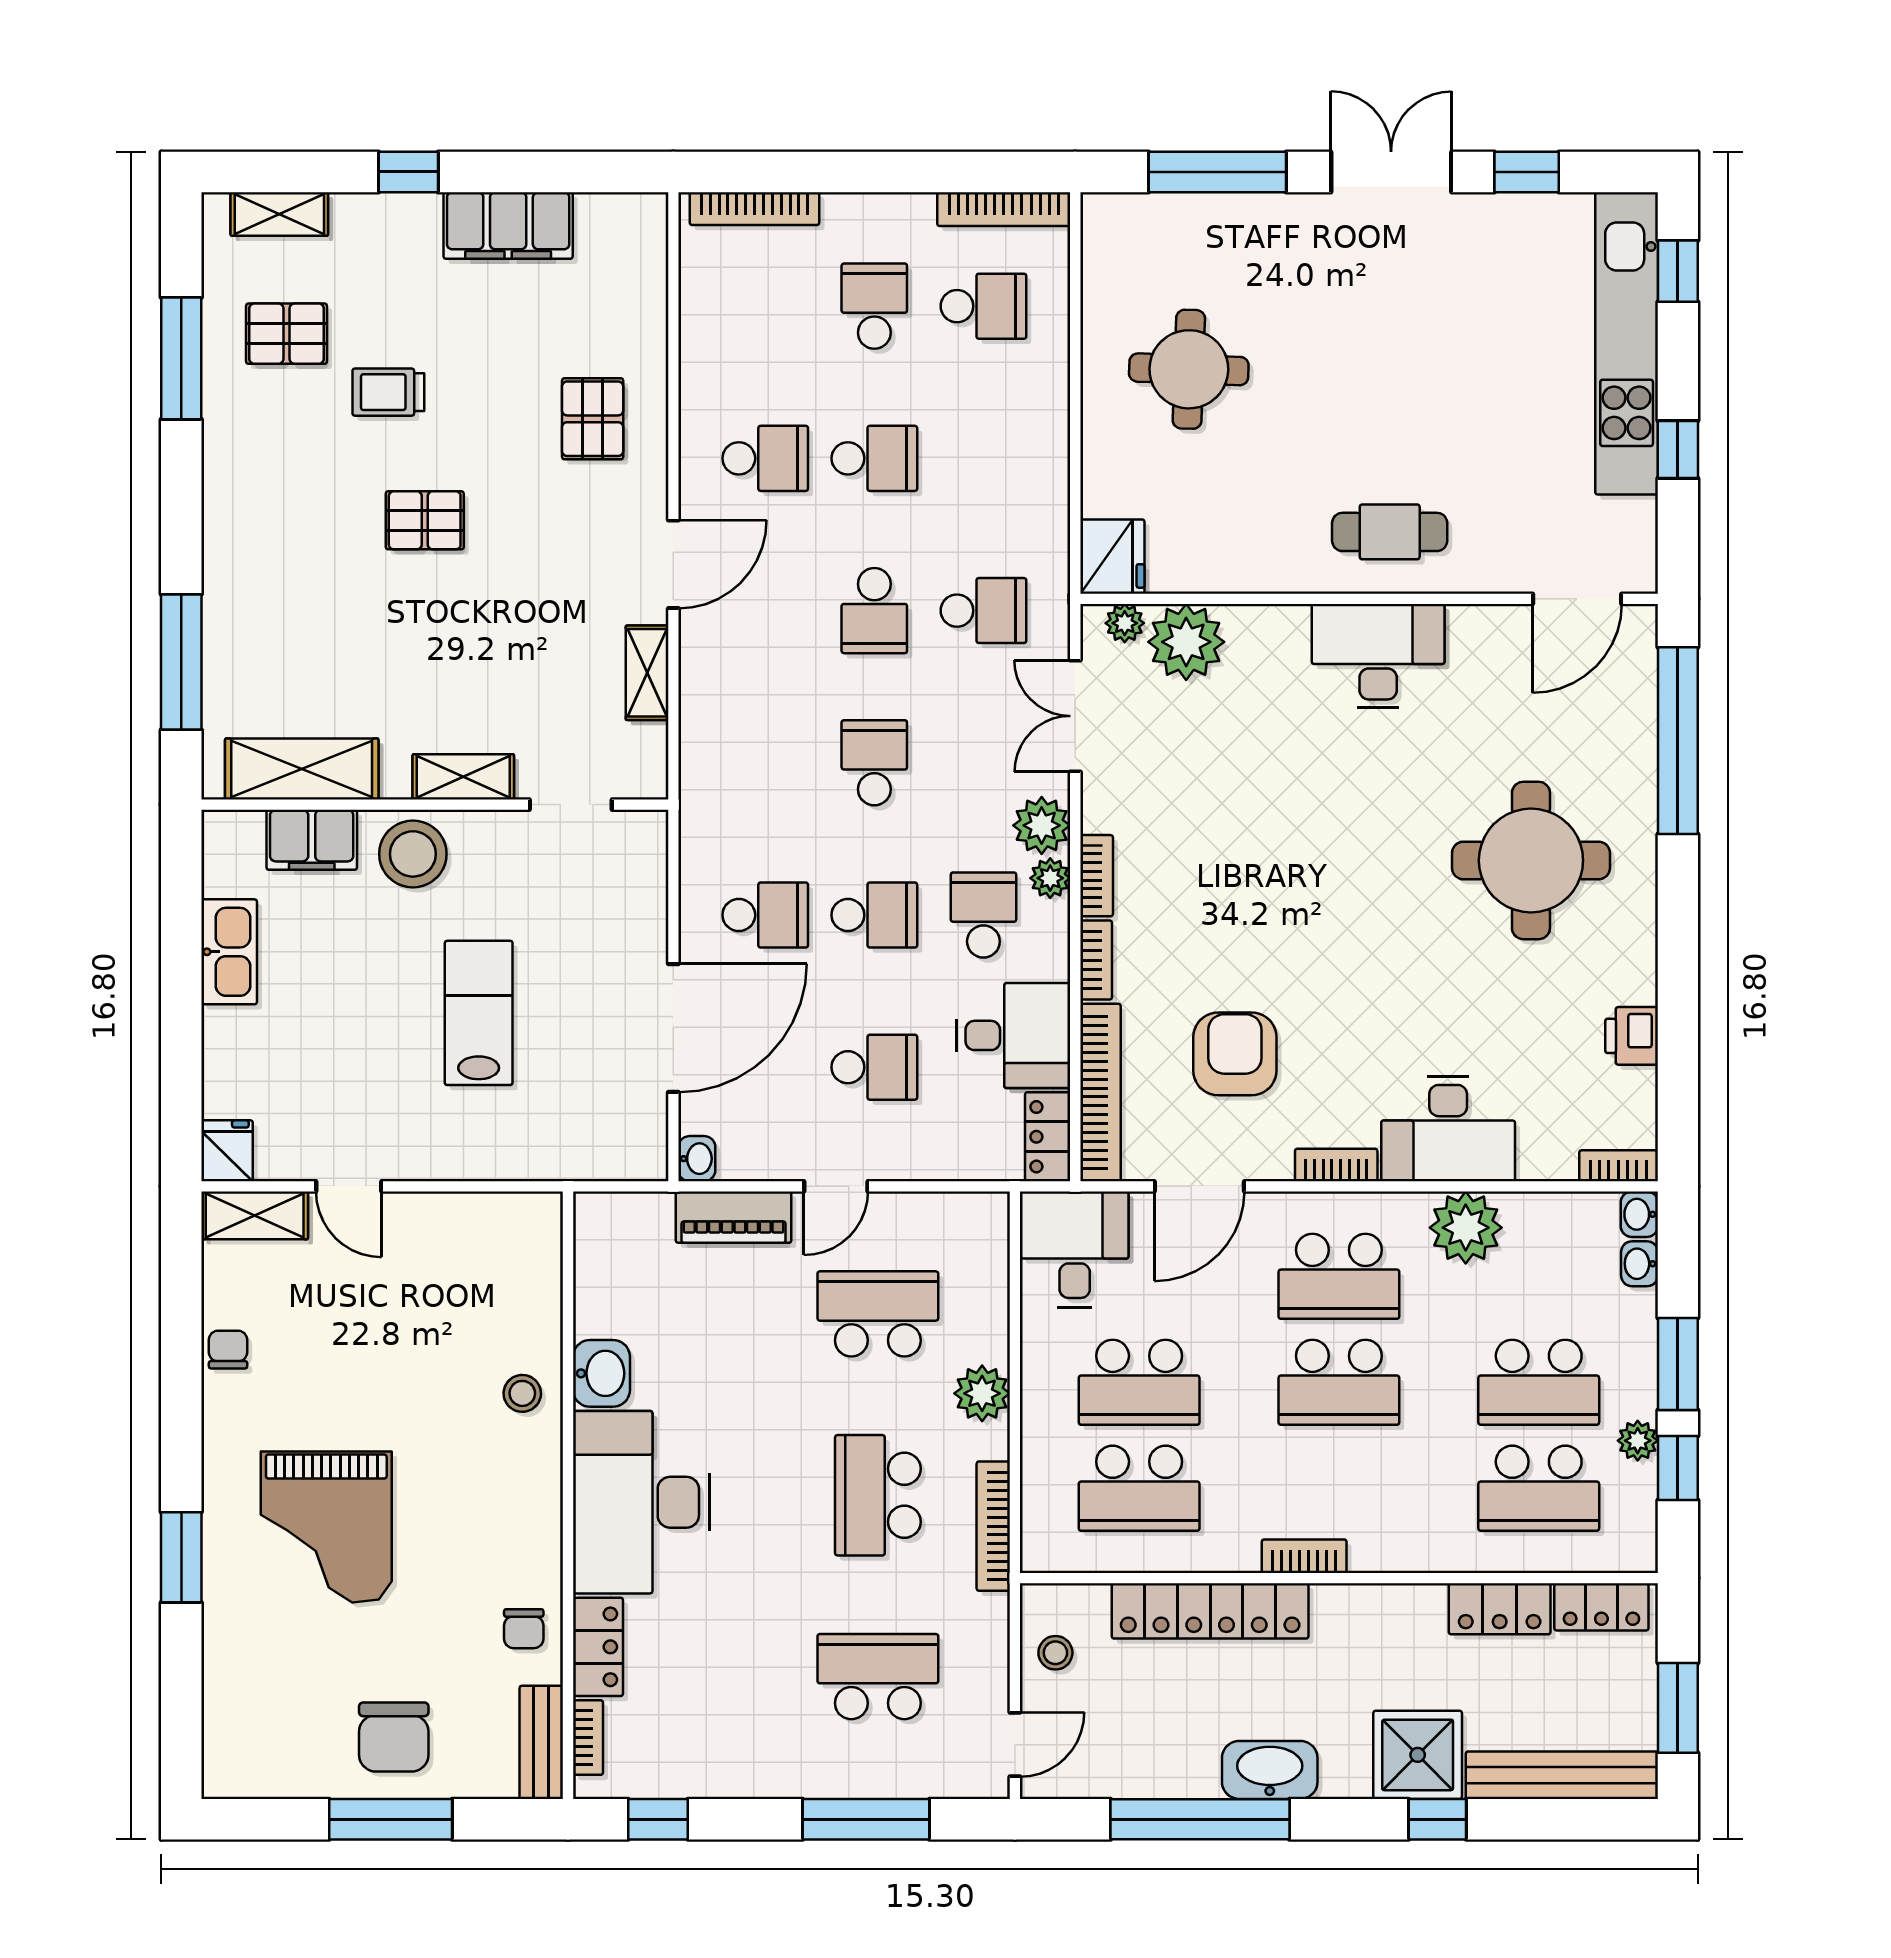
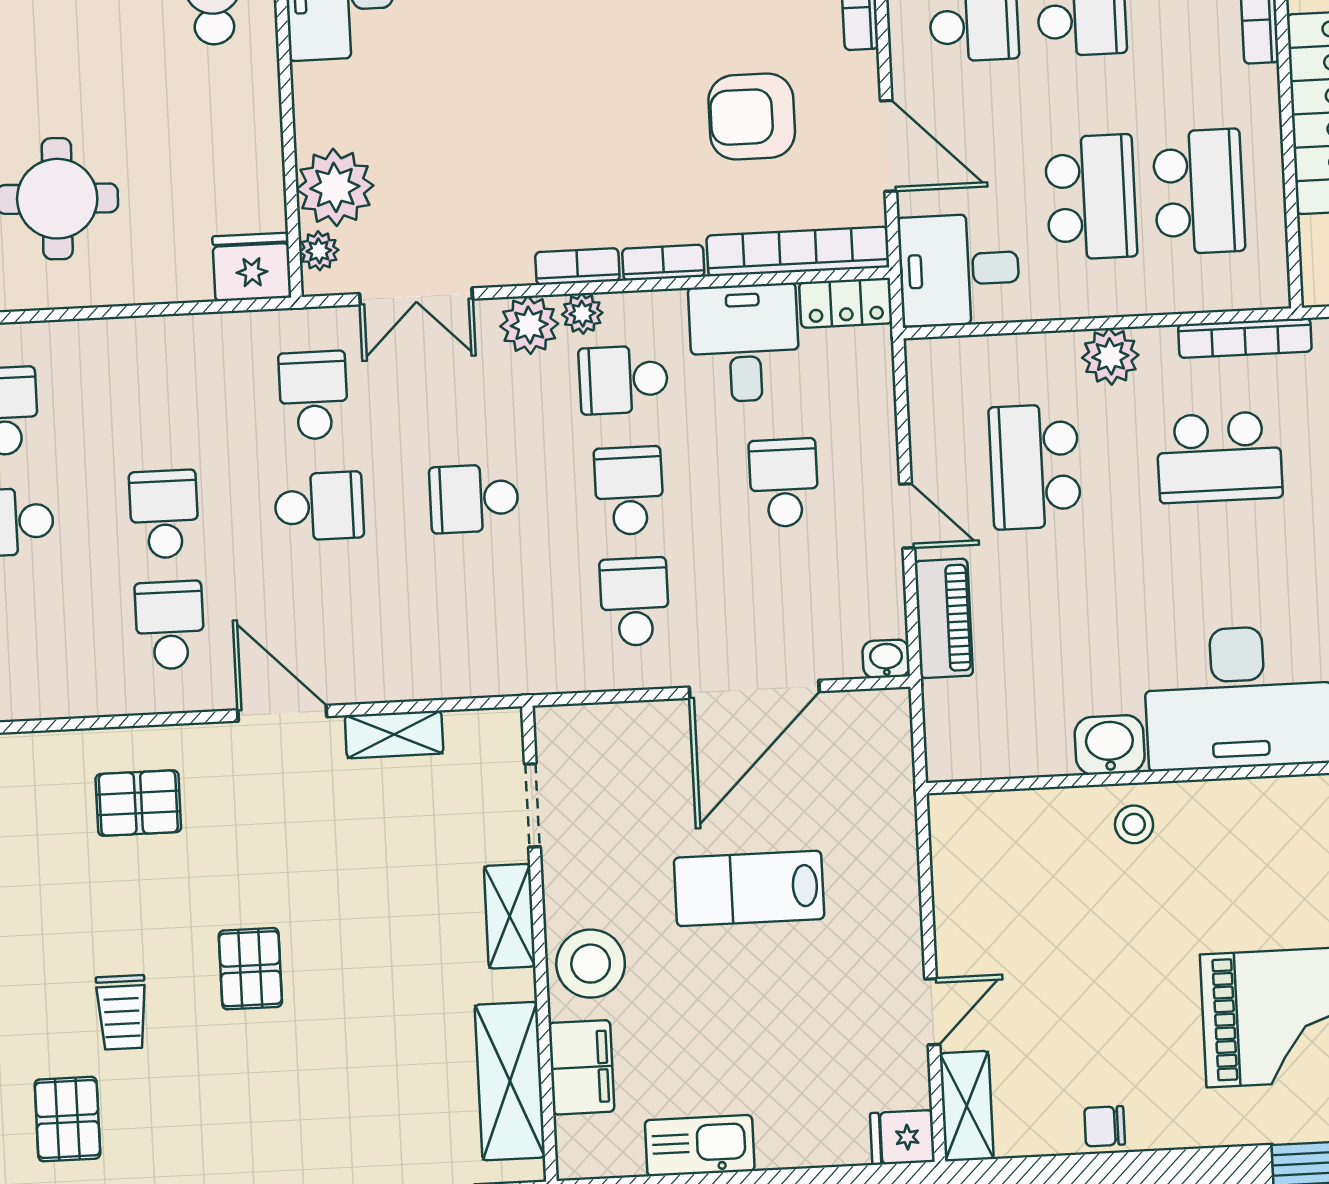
door: (673, 1028) -> (754, 689), swing flipped

